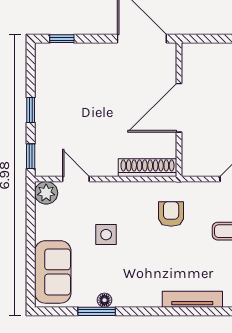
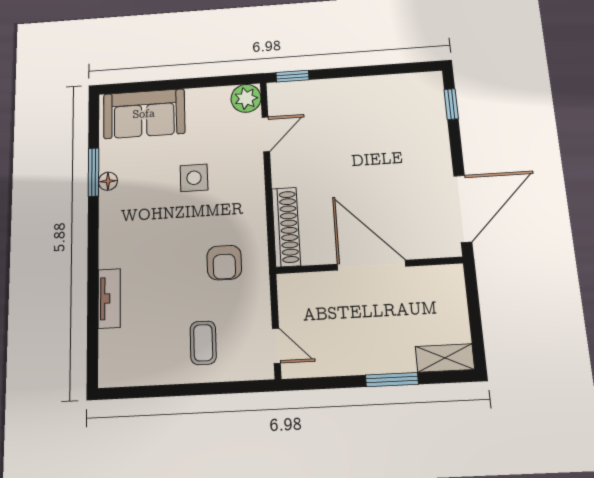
window: (31, 110) -> (353, 72), removed
armchair: (171, 214) -> (224, 263), turned 90
tv unit: (192, 299) -> (109, 298), width x0.71

